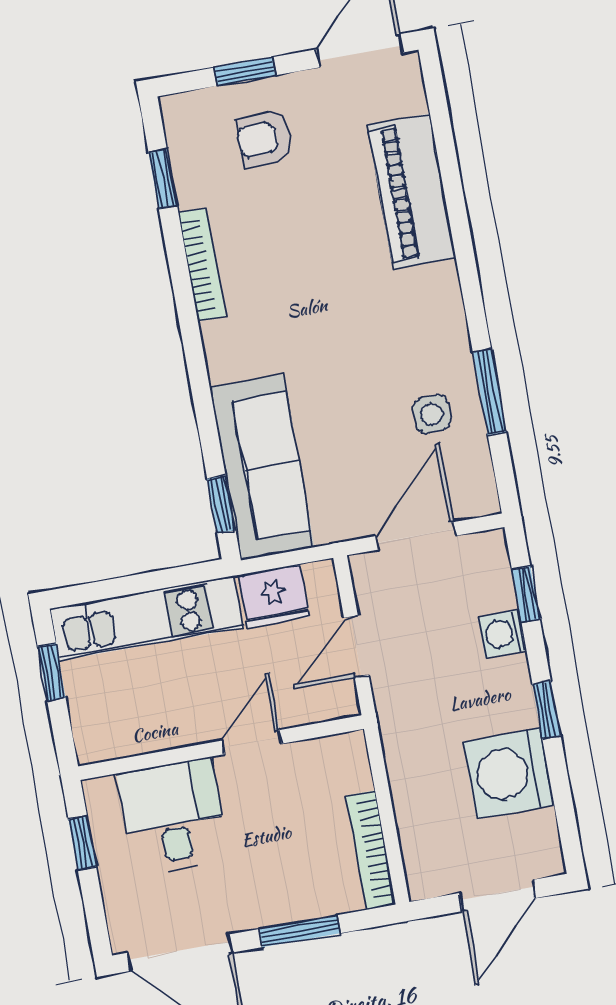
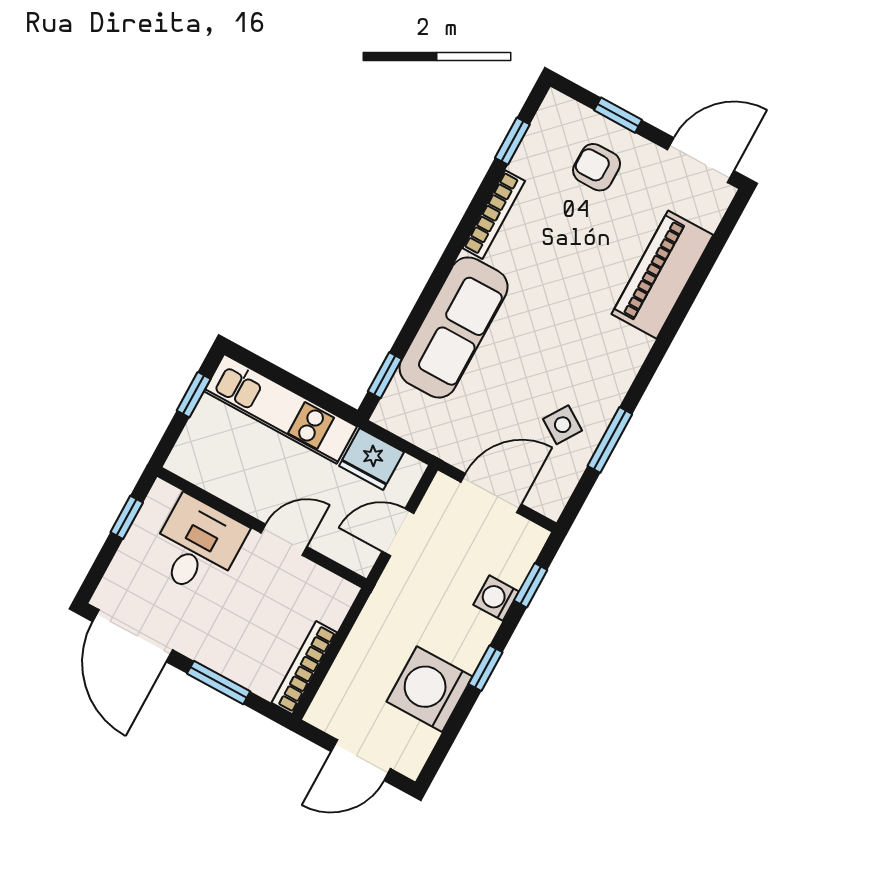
side table: (432, 414) -> (563, 425), turned 33
sofa: (262, 467) -> (454, 327), moved

